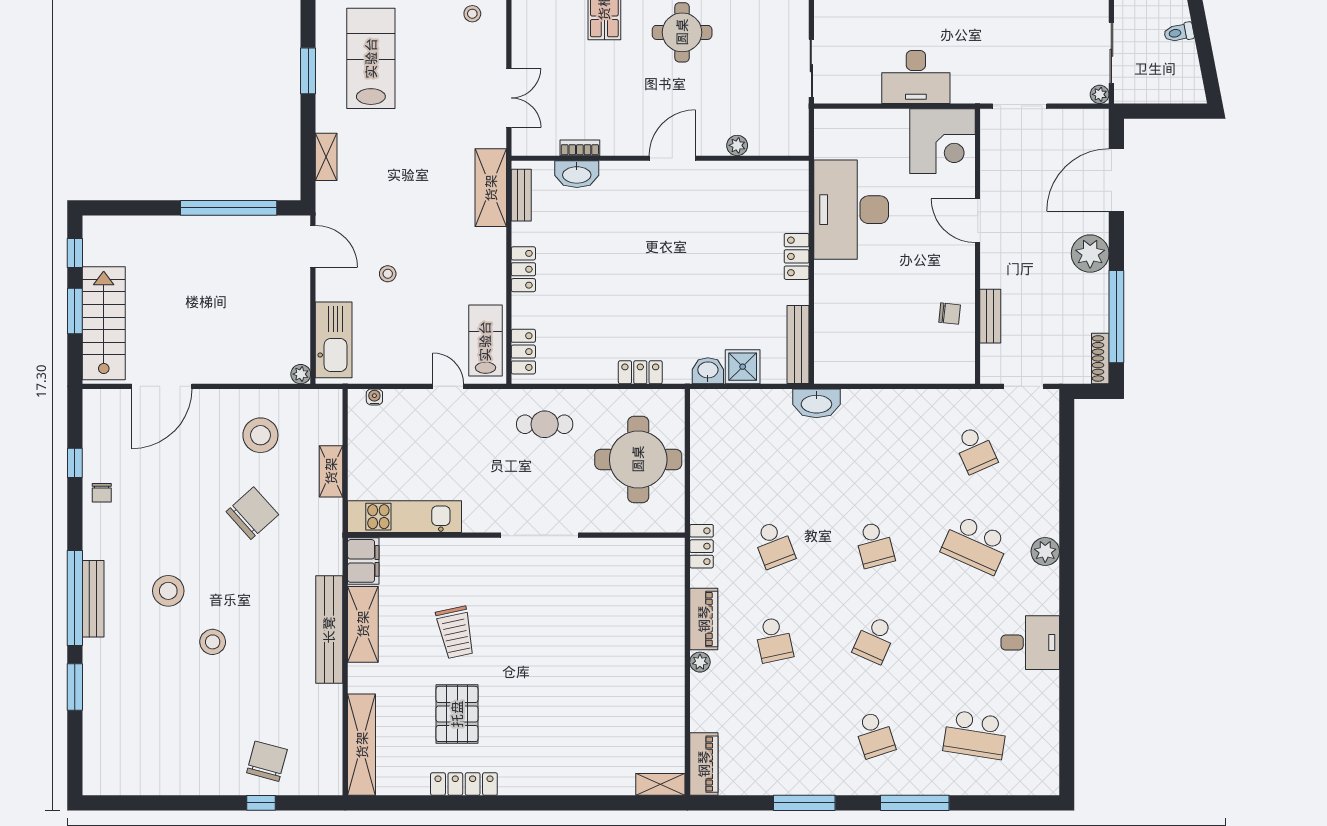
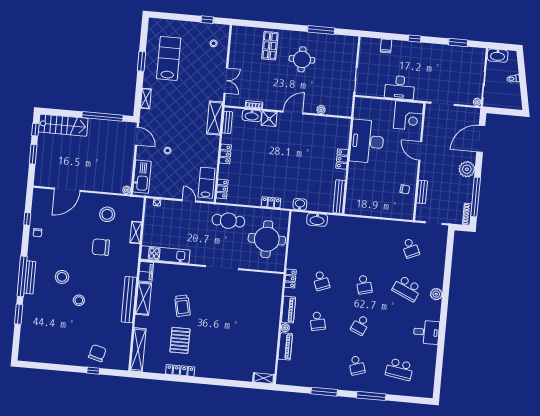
stairs: (104, 323) -> (63, 125), moved, turned 90
shower: (743, 367) -> (269, 119), moved
washbasin: (816, 403) -> (317, 220), moved
cafe table: (545, 424) -> (228, 221), width x1.37, depth x1.35
chair: (252, 513) -> (101, 247), turned -138
piano: (704, 764) -> (285, 346), moved

